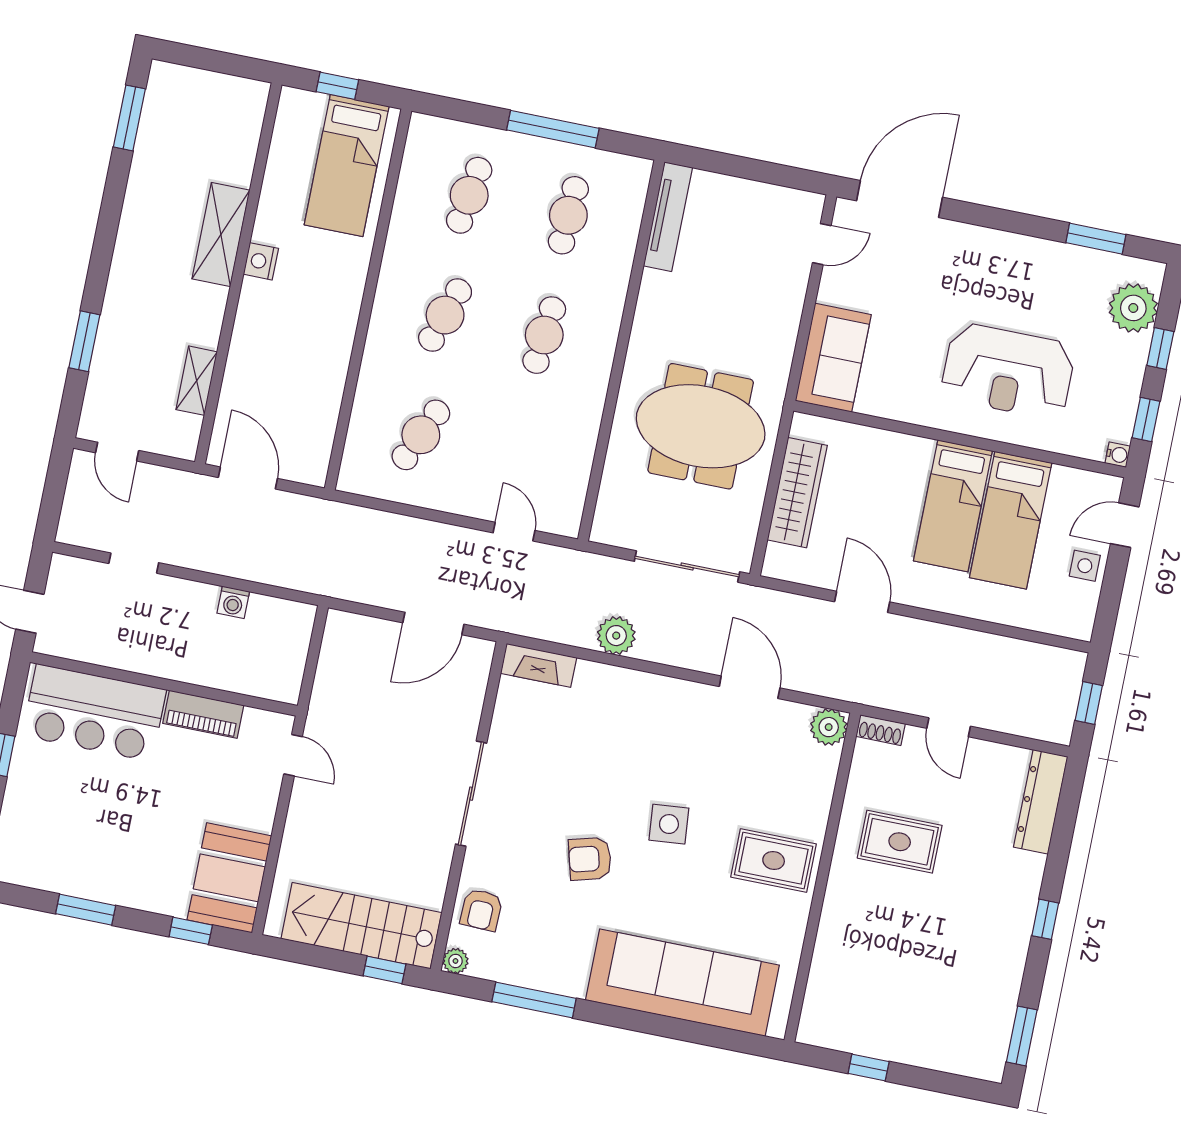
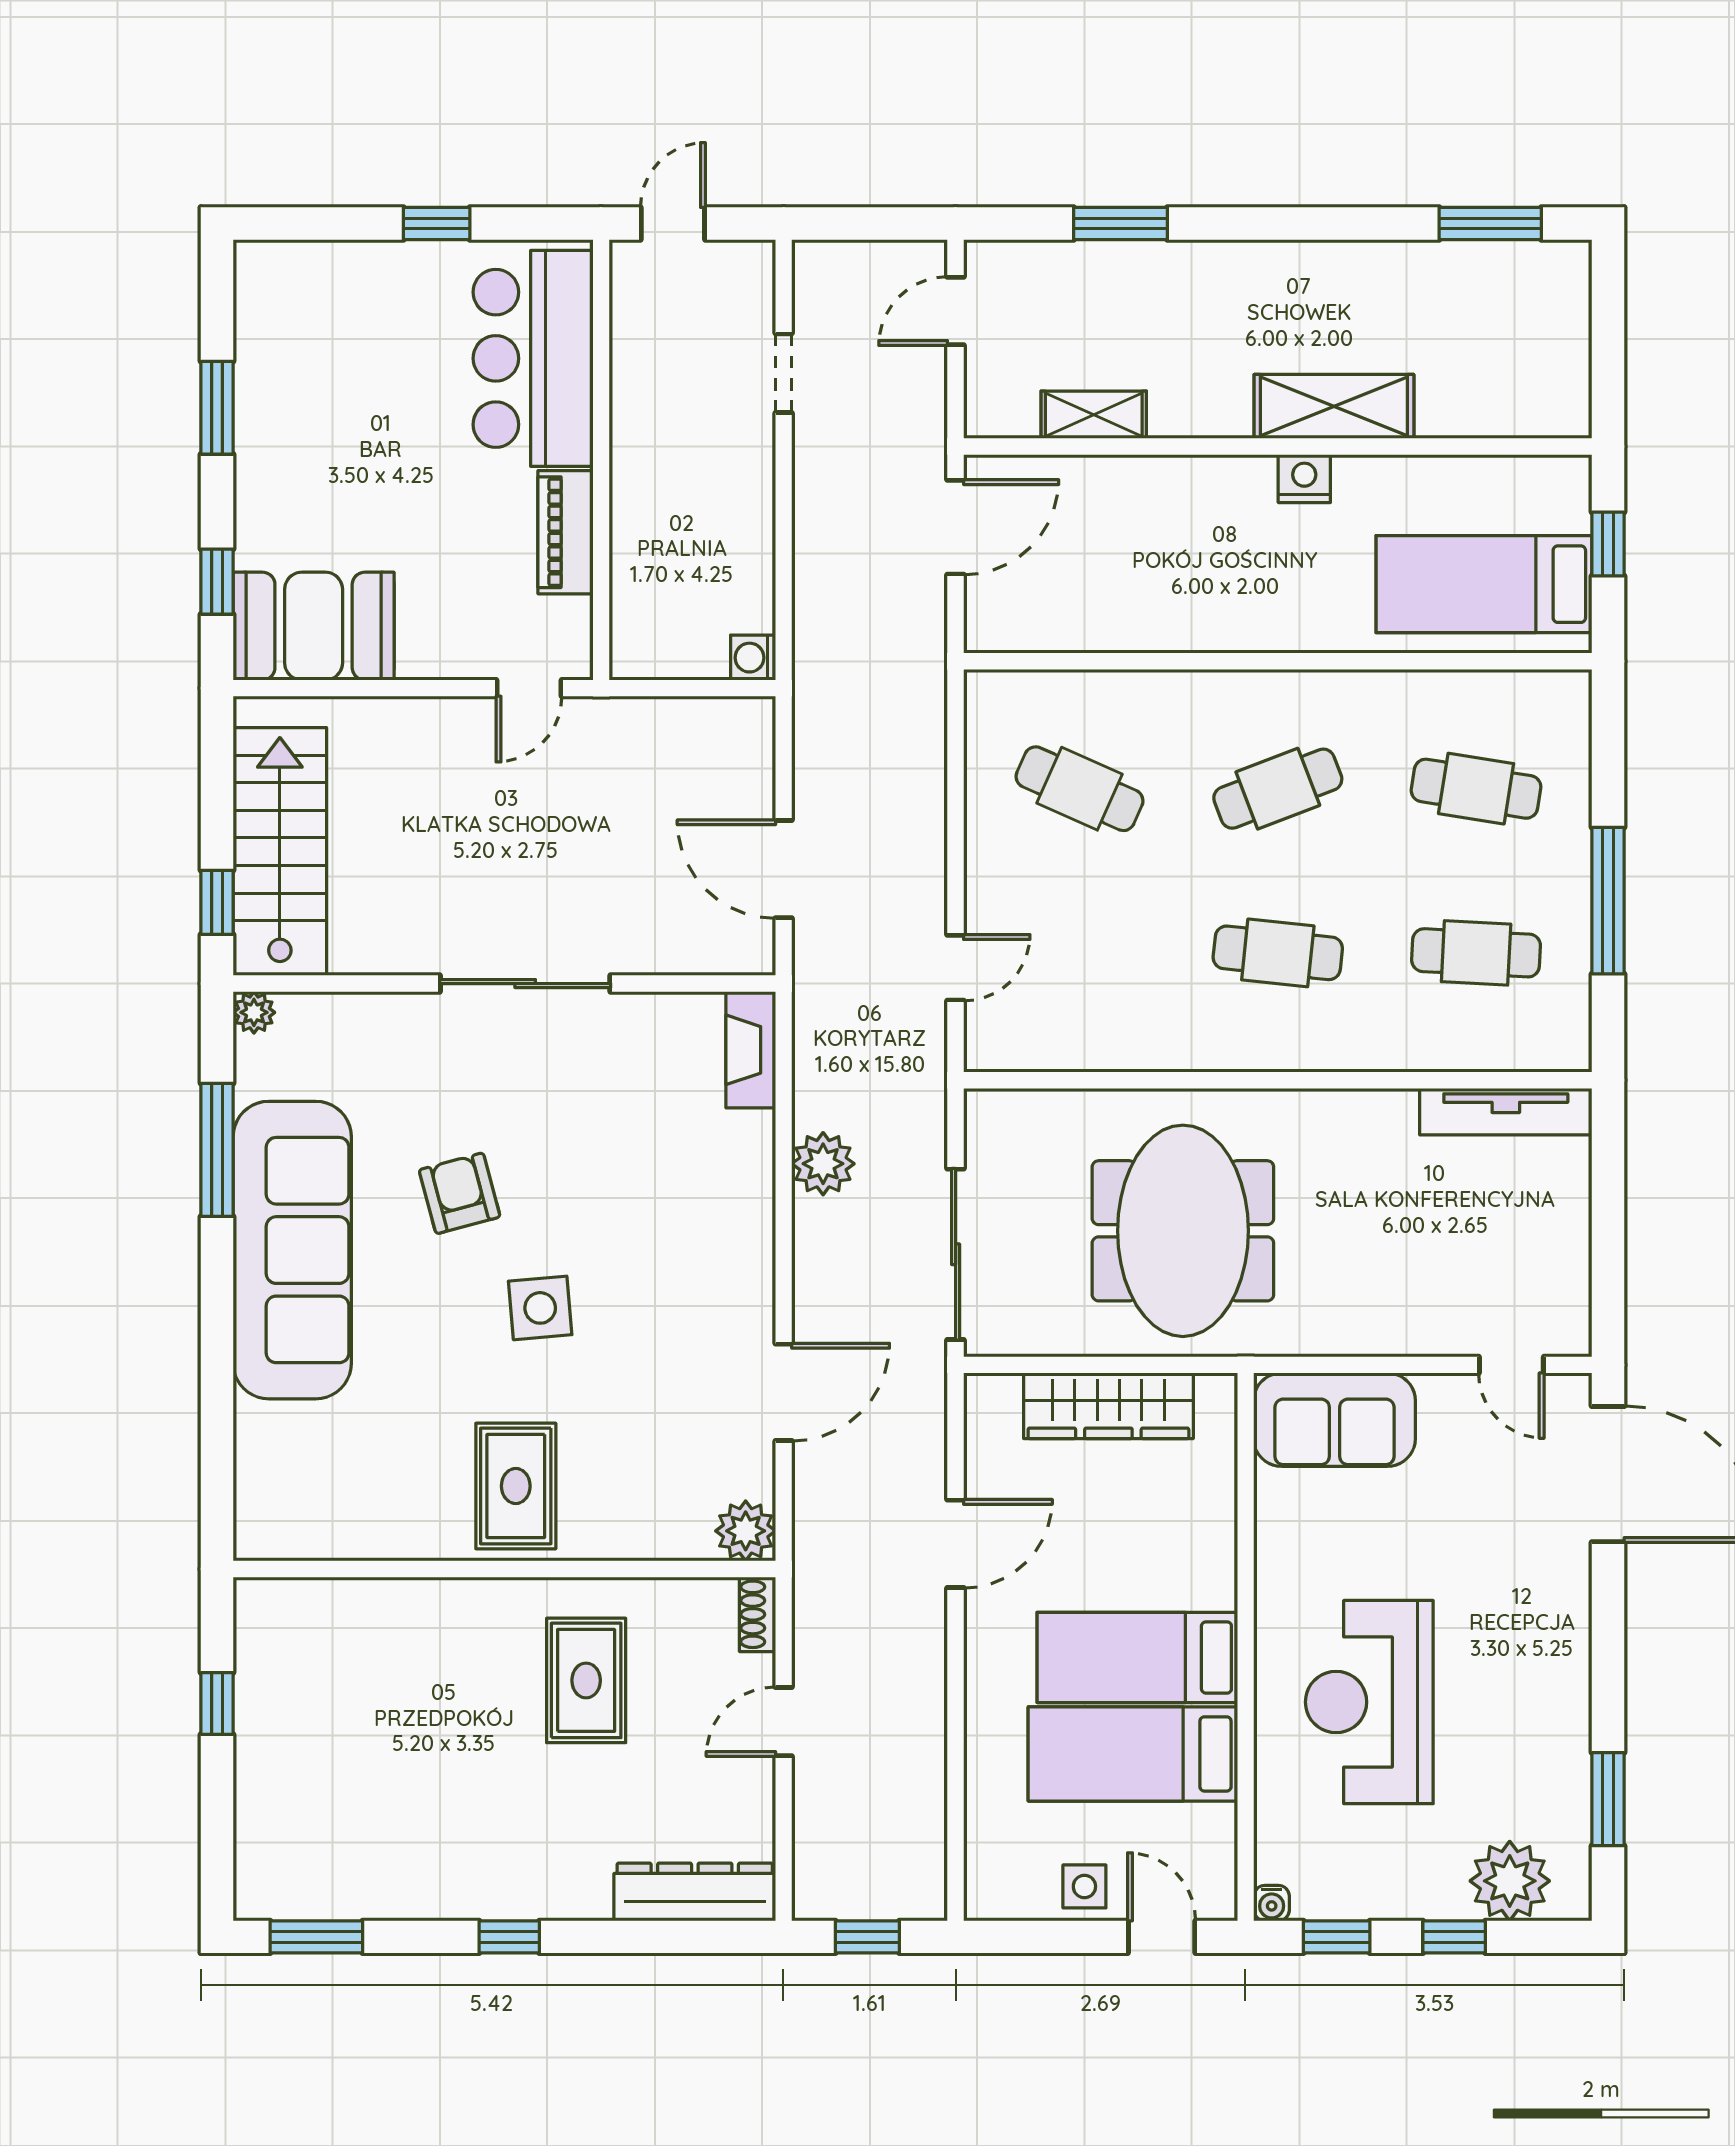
cafe table: (445, 315) -> (1278, 789), turned -39
washing machine: (233, 602) -> (753, 658), moved
armchair: (481, 910) -> (344, 1037), removed
sofa: (682, 983) -> (292, 1250), moved

